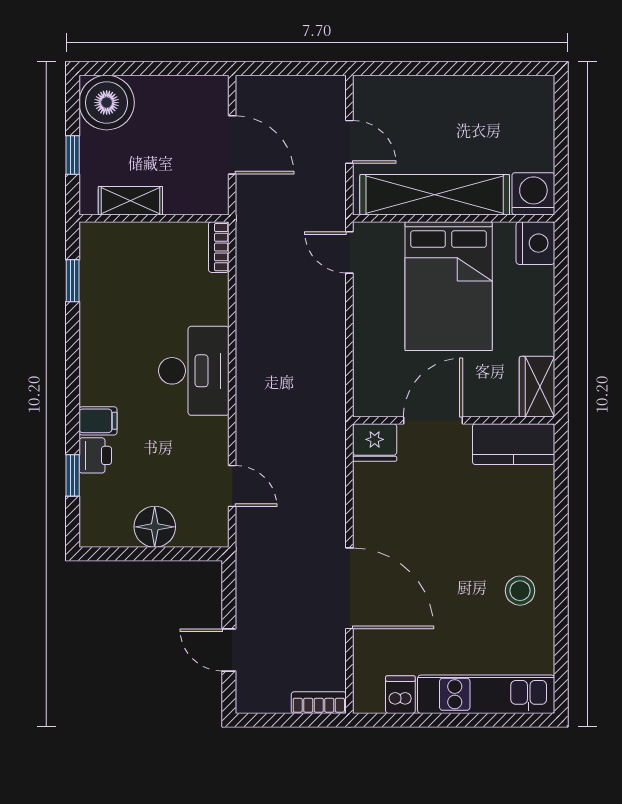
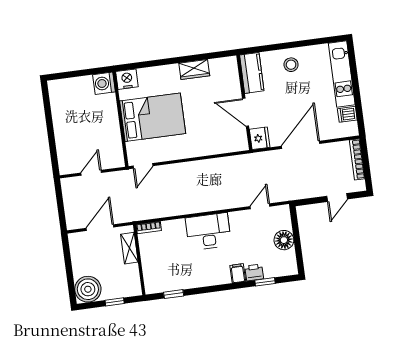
shelving: (435, 195) -> (111, 130), removed
shelving: (130, 201) -> (129, 248), moved
door: (433, 420) -> (246, 112), moved
wall: (454, 420) -> (244, 103), moved
fridge: (375, 443) -> (260, 138), moved
kitchen counter: (514, 444) -> (252, 73), moved
bookcase: (319, 703) -> (357, 159), width x1.56

